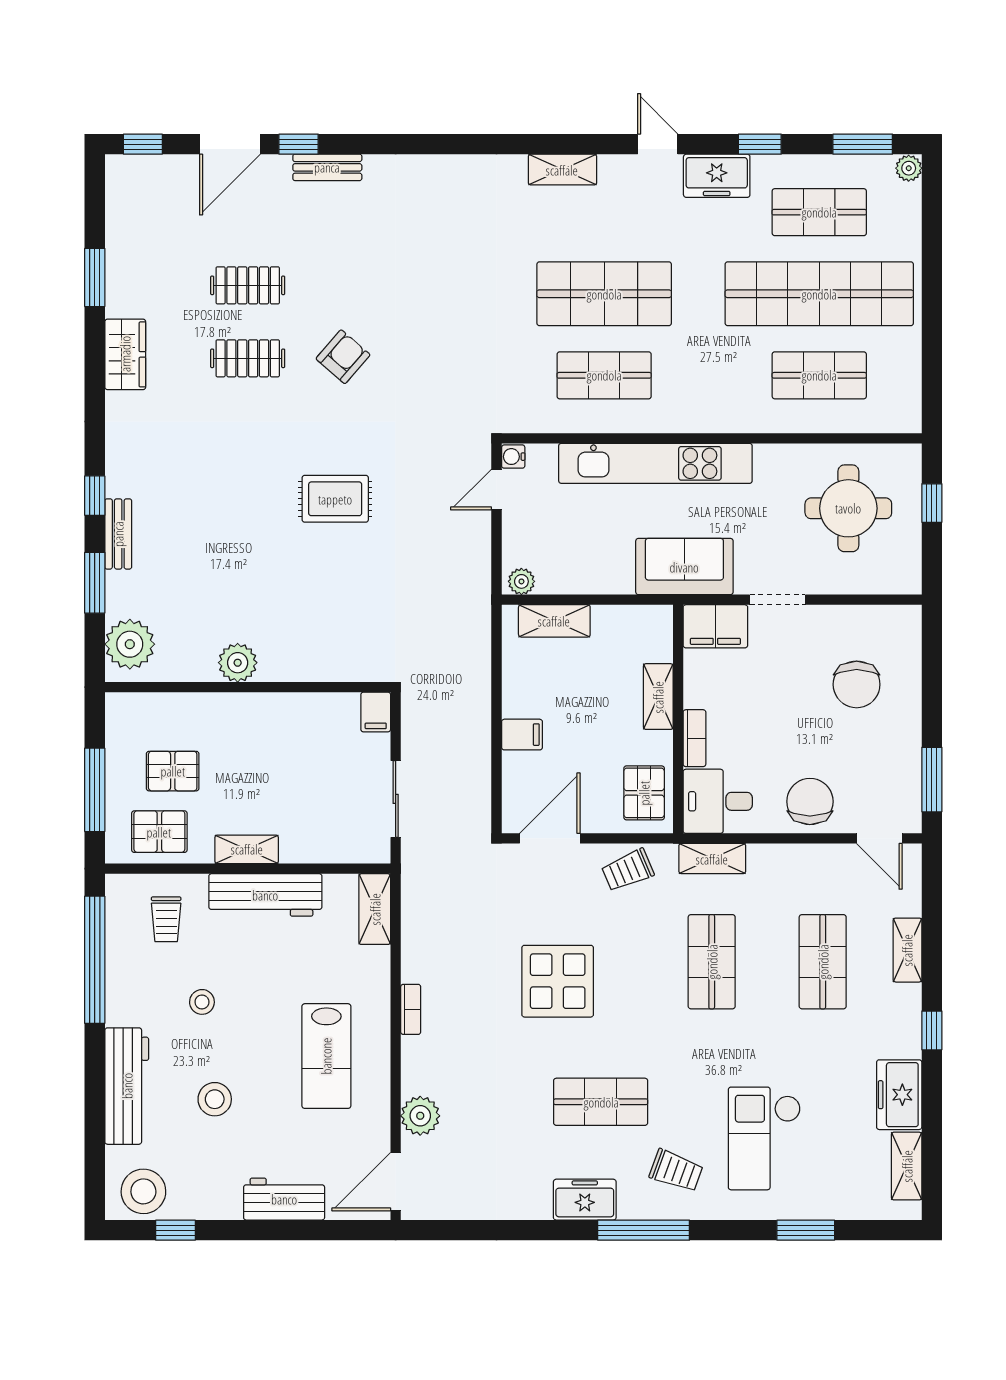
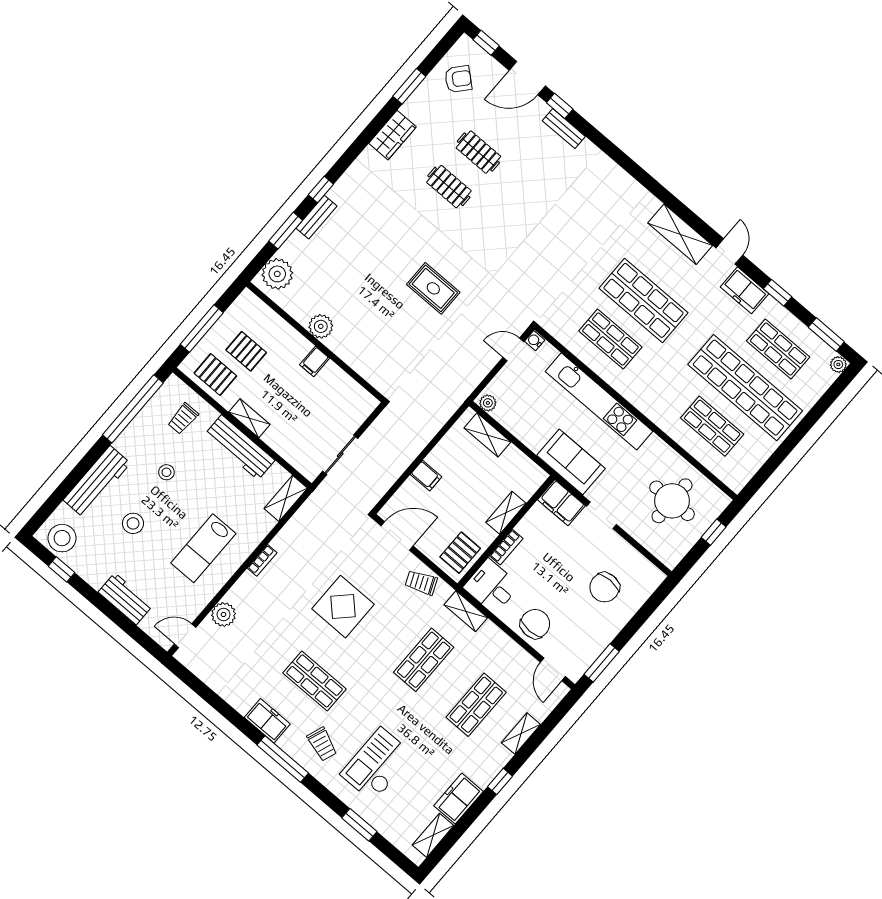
shelving: (562, 170) -> (680, 234), width x1.50, depth x1.33
armchair: (343, 357) -> (458, 79), moved
filing cabinet: (376, 712) -> (315, 361), moved
door: (396, 1182) -> (185, 636), width x0.73

